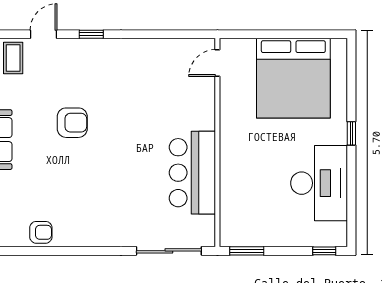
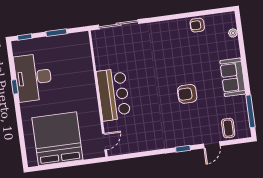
window: (351, 133) -> (15, 87), moved
bar counter: (192, 173) -> (113, 95), moved
window: (247, 251) -> (56, 33), moved

